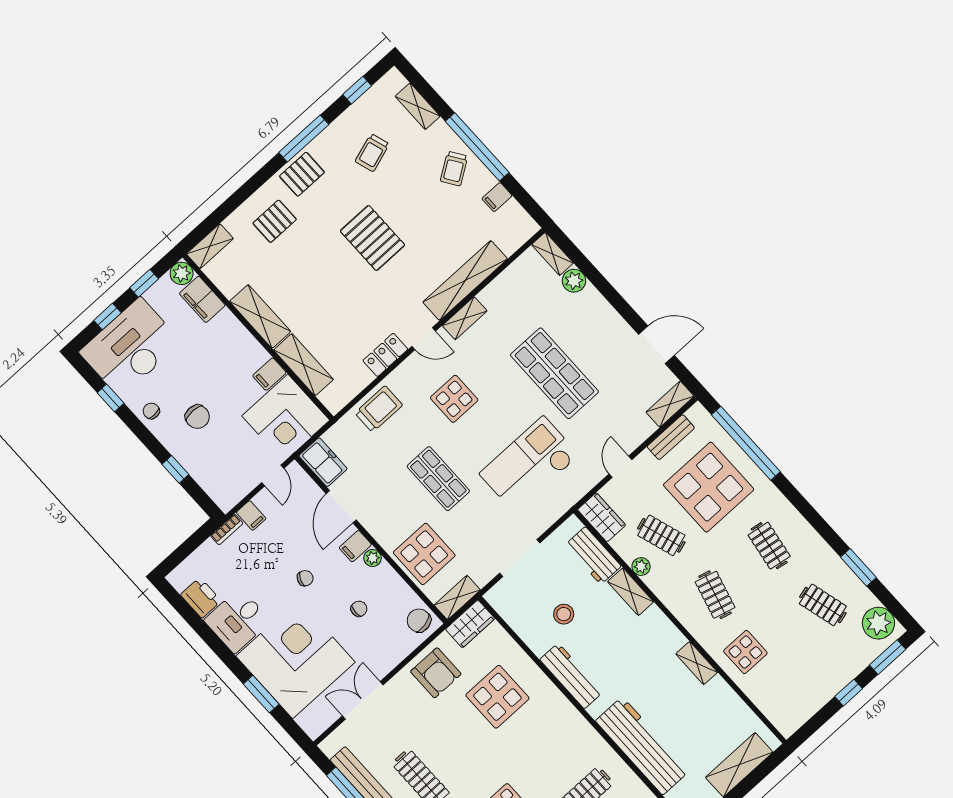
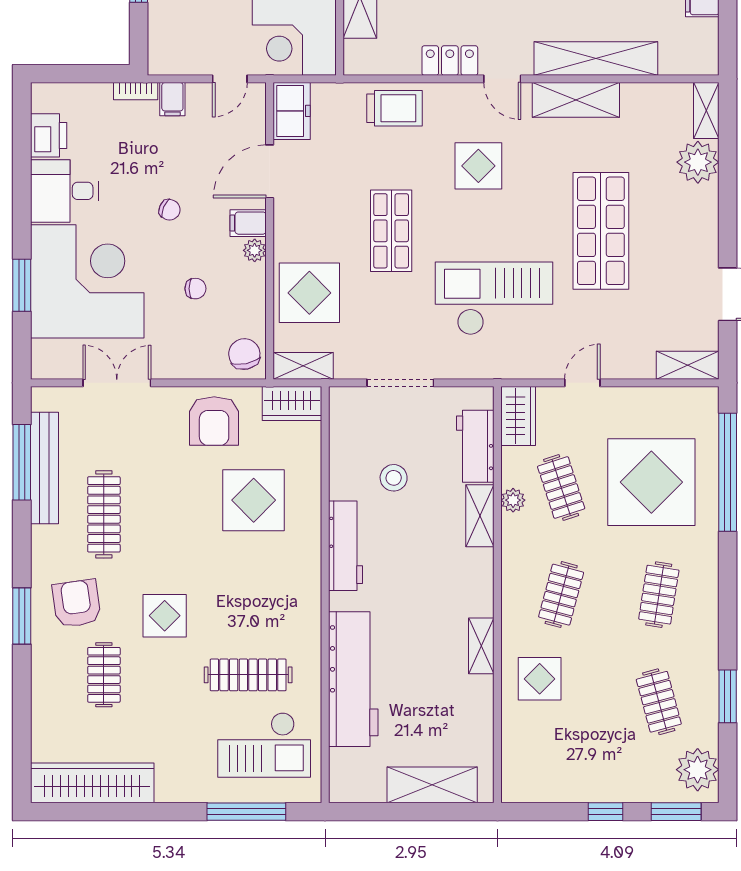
plant: (574, 281) -> (698, 162), width x1.36, depth x1.36
shelving: (465, 318) -> (576, 100), width x1.50, depth x1.33
bench: (671, 437) -> (659, 399), removed

